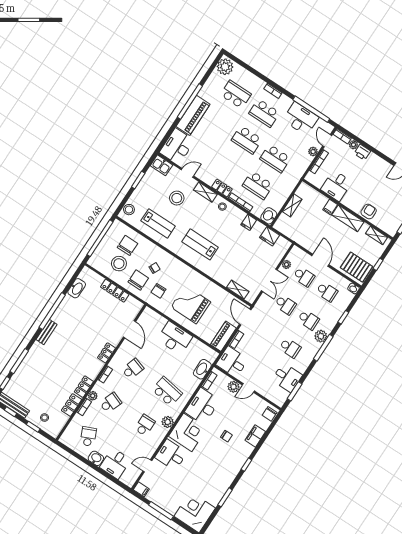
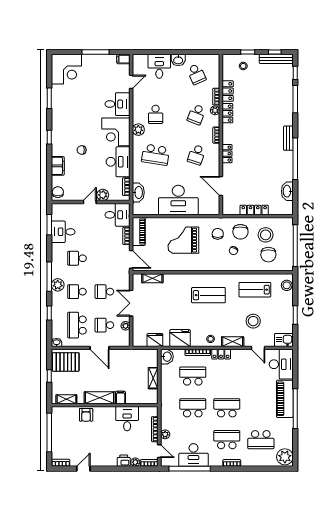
door: (187, 173) -> (258, 348), hinge flipped
fridge: (249, 222) -> (180, 338), width x1.88, depth x1.34
school desk: (327, 292) -> (77, 325), width x1.85
grand piano: (191, 304) -> (183, 240), turned 180
desk: (175, 338) -> (178, 200), width x1.36, depth x1.30

